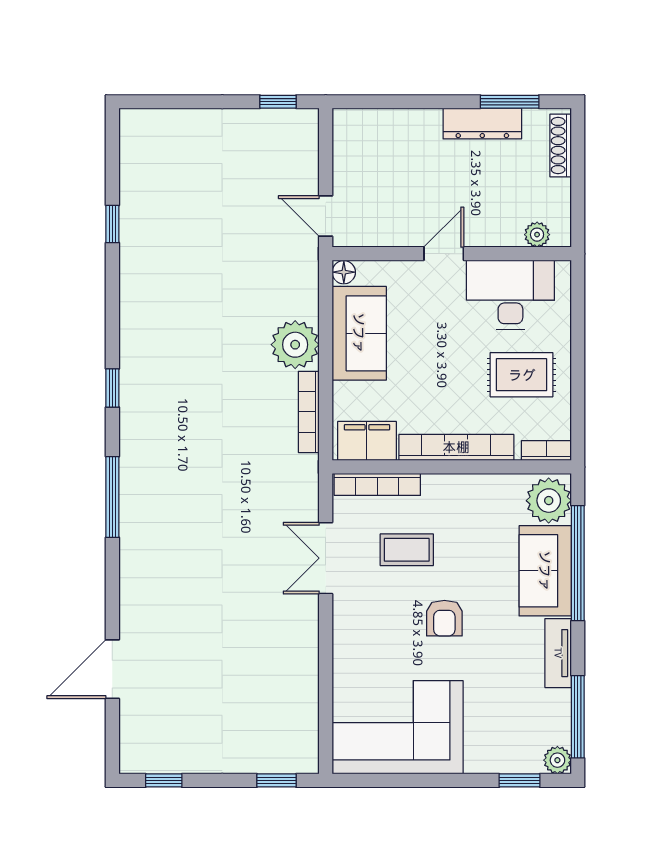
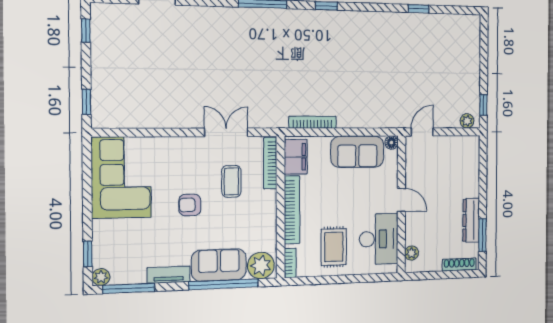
plant: (295, 345) -> (467, 121), moved, width x0.53, depth x0.53

